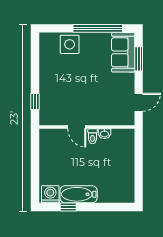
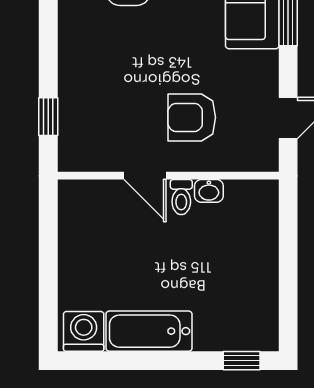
armchair: (97, 102) -> (192, 117), added
window: (68, 207) -> (242, 361), moved

